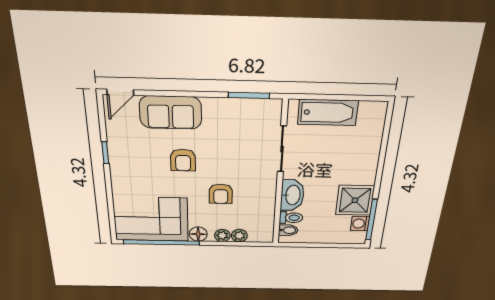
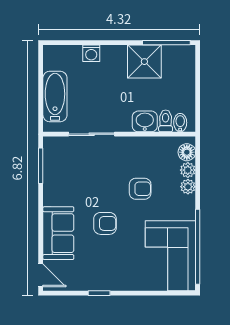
washbasin: (292, 195) -> (145, 121), width x0.72
washing machine: (360, 224) -> (91, 53), moved
floor lamp: (198, 234) -> (187, 152), moved

